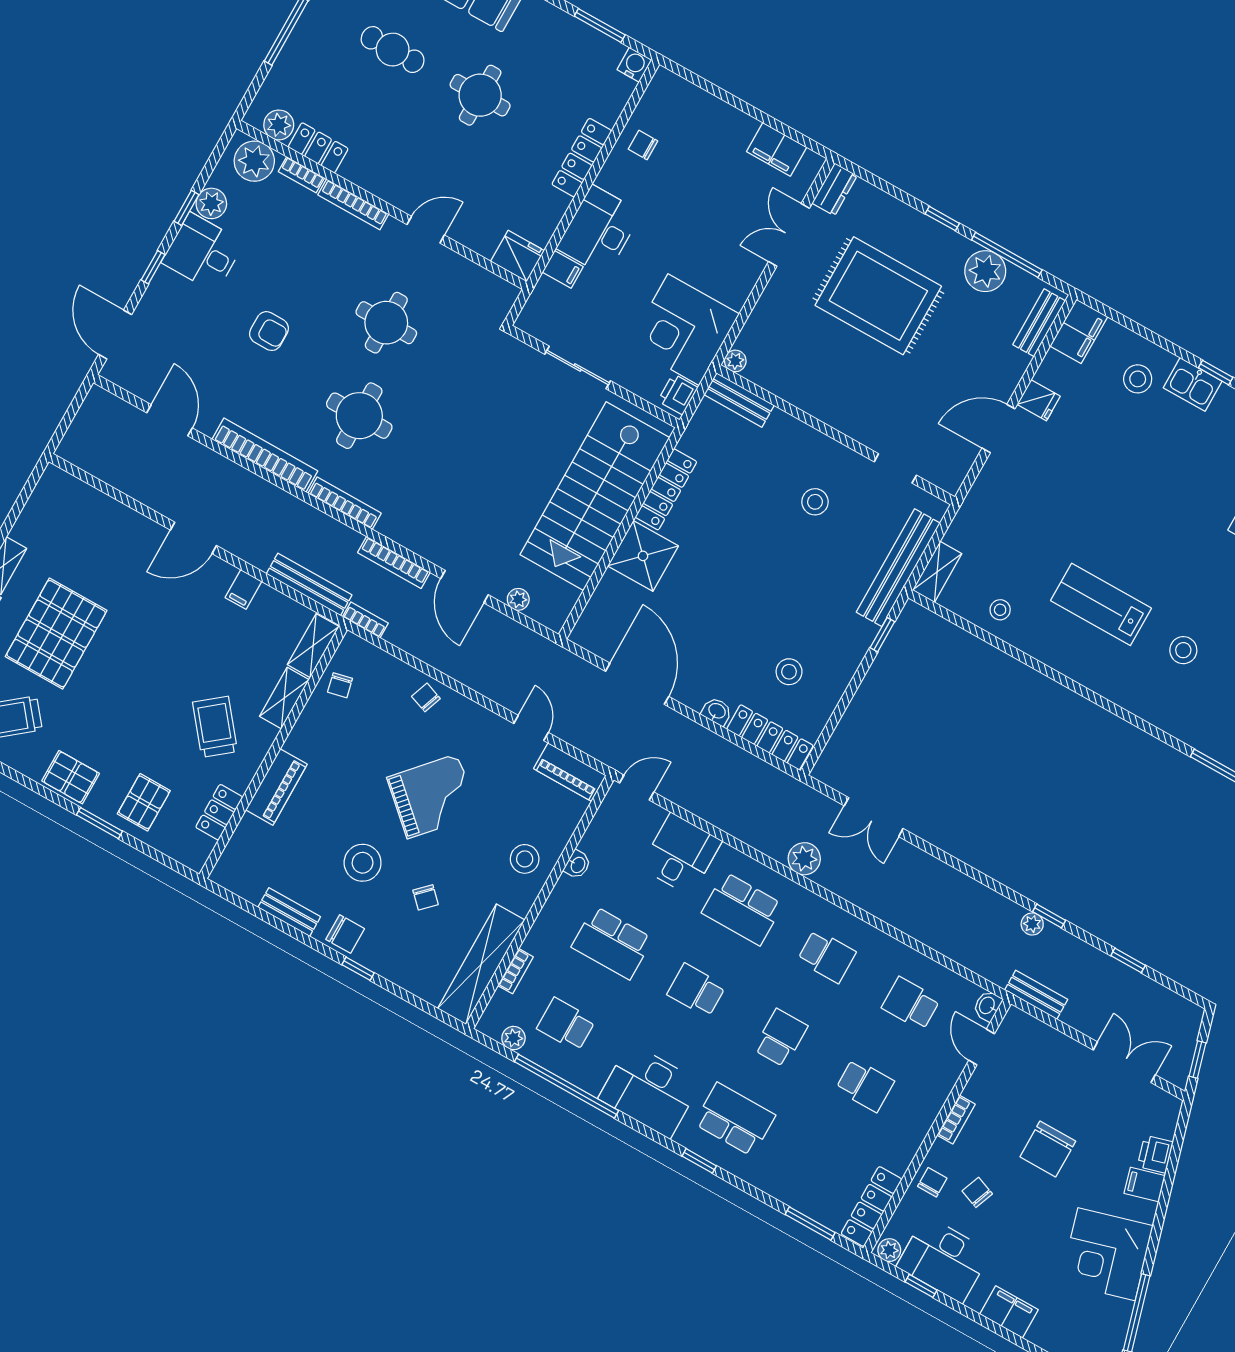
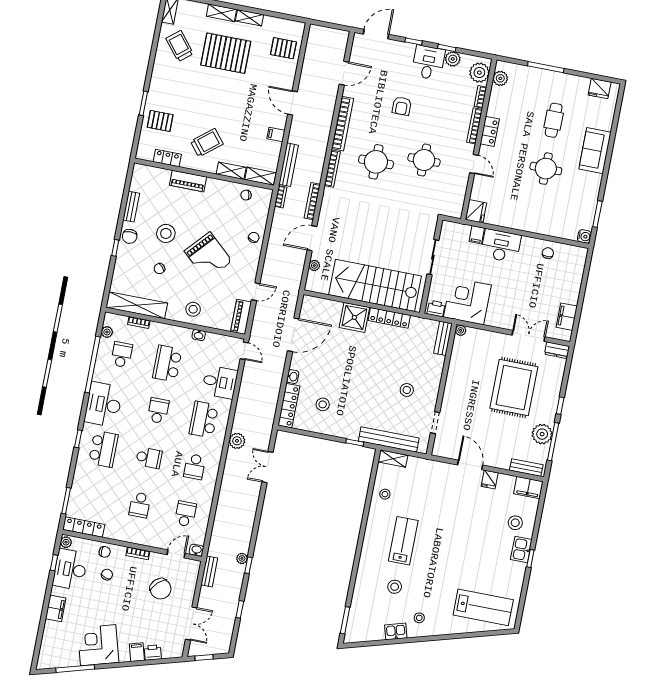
locker: (318, 148) -> (490, 131), moved
locker: (582, 158) -> (532, 226), removed
pallet: (71, 777) -> (283, 48), moved, turned 90
chair: (1048, 1149) -> (161, 589), moved, turned -134

